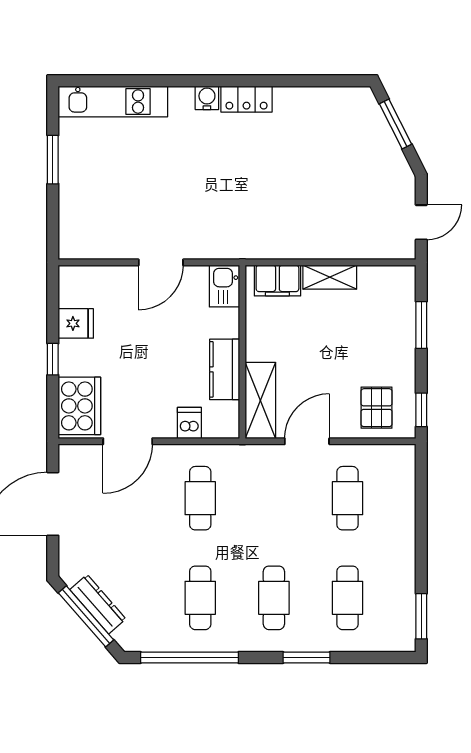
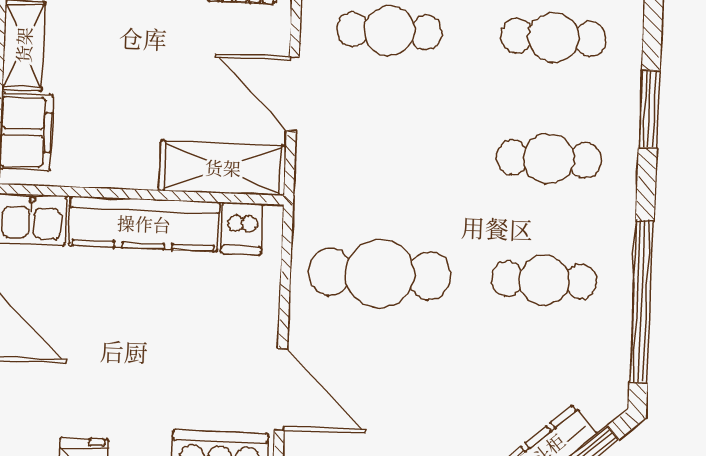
kitchen counter: (225, 369) -> (144, 224), width x1.50
dishwasher: (189, 423) -> (242, 229), moved, turned -90
cafe table: (200, 498) -> (380, 274), width x1.37, depth x1.35

